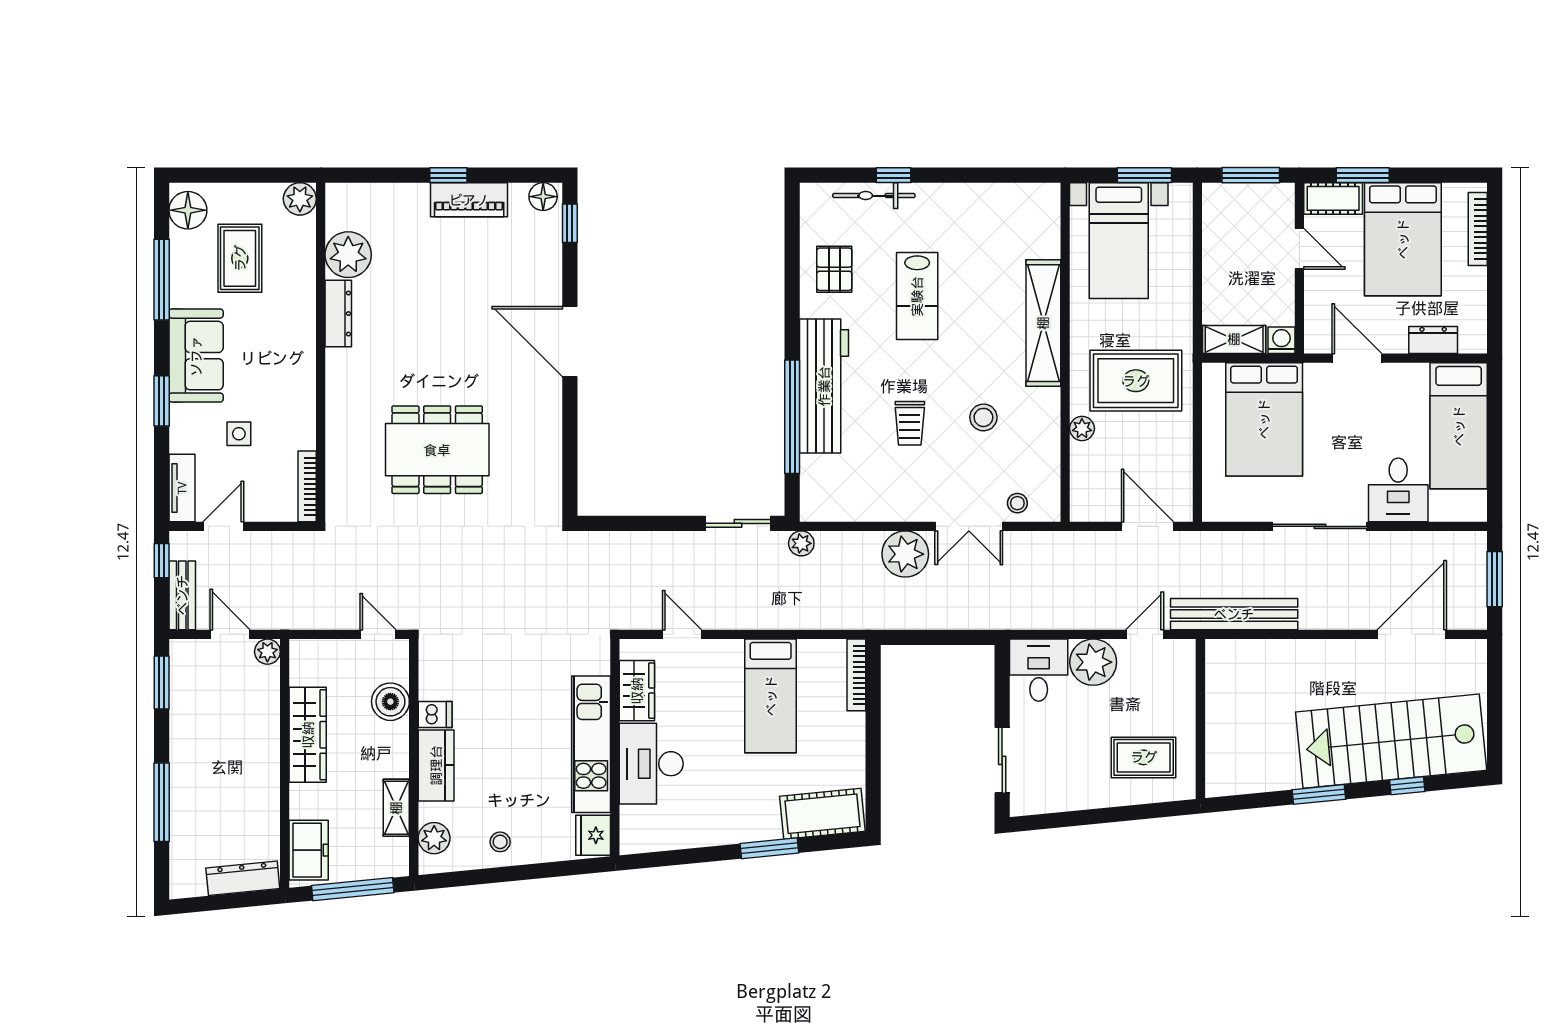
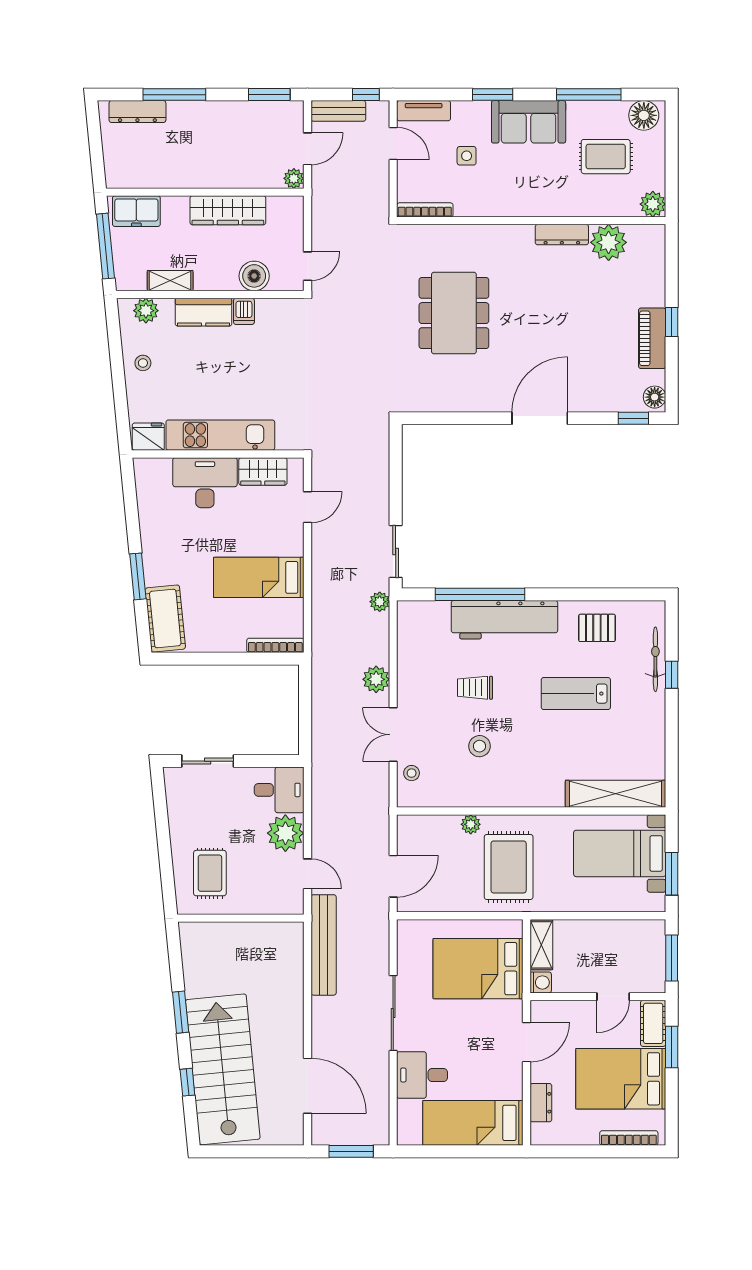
shelving: (1043, 323) -> (616, 794), moved
plant: (905, 554) -> (376, 679), width x0.73, depth x0.73
dresser: (243, 878) -> (137, 112), moved, turned 96

